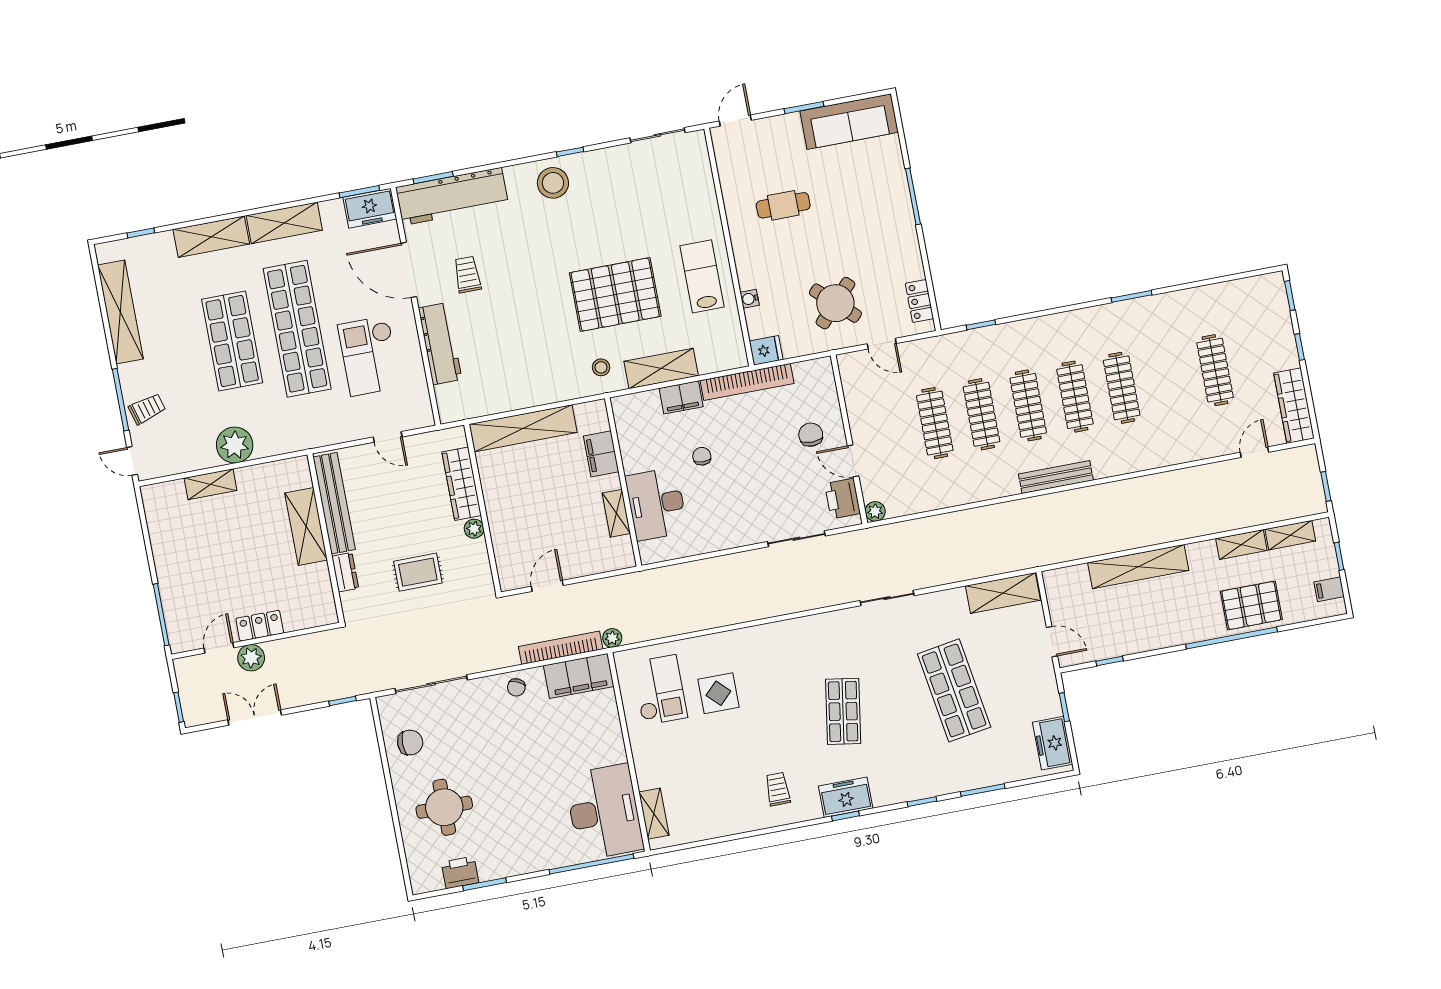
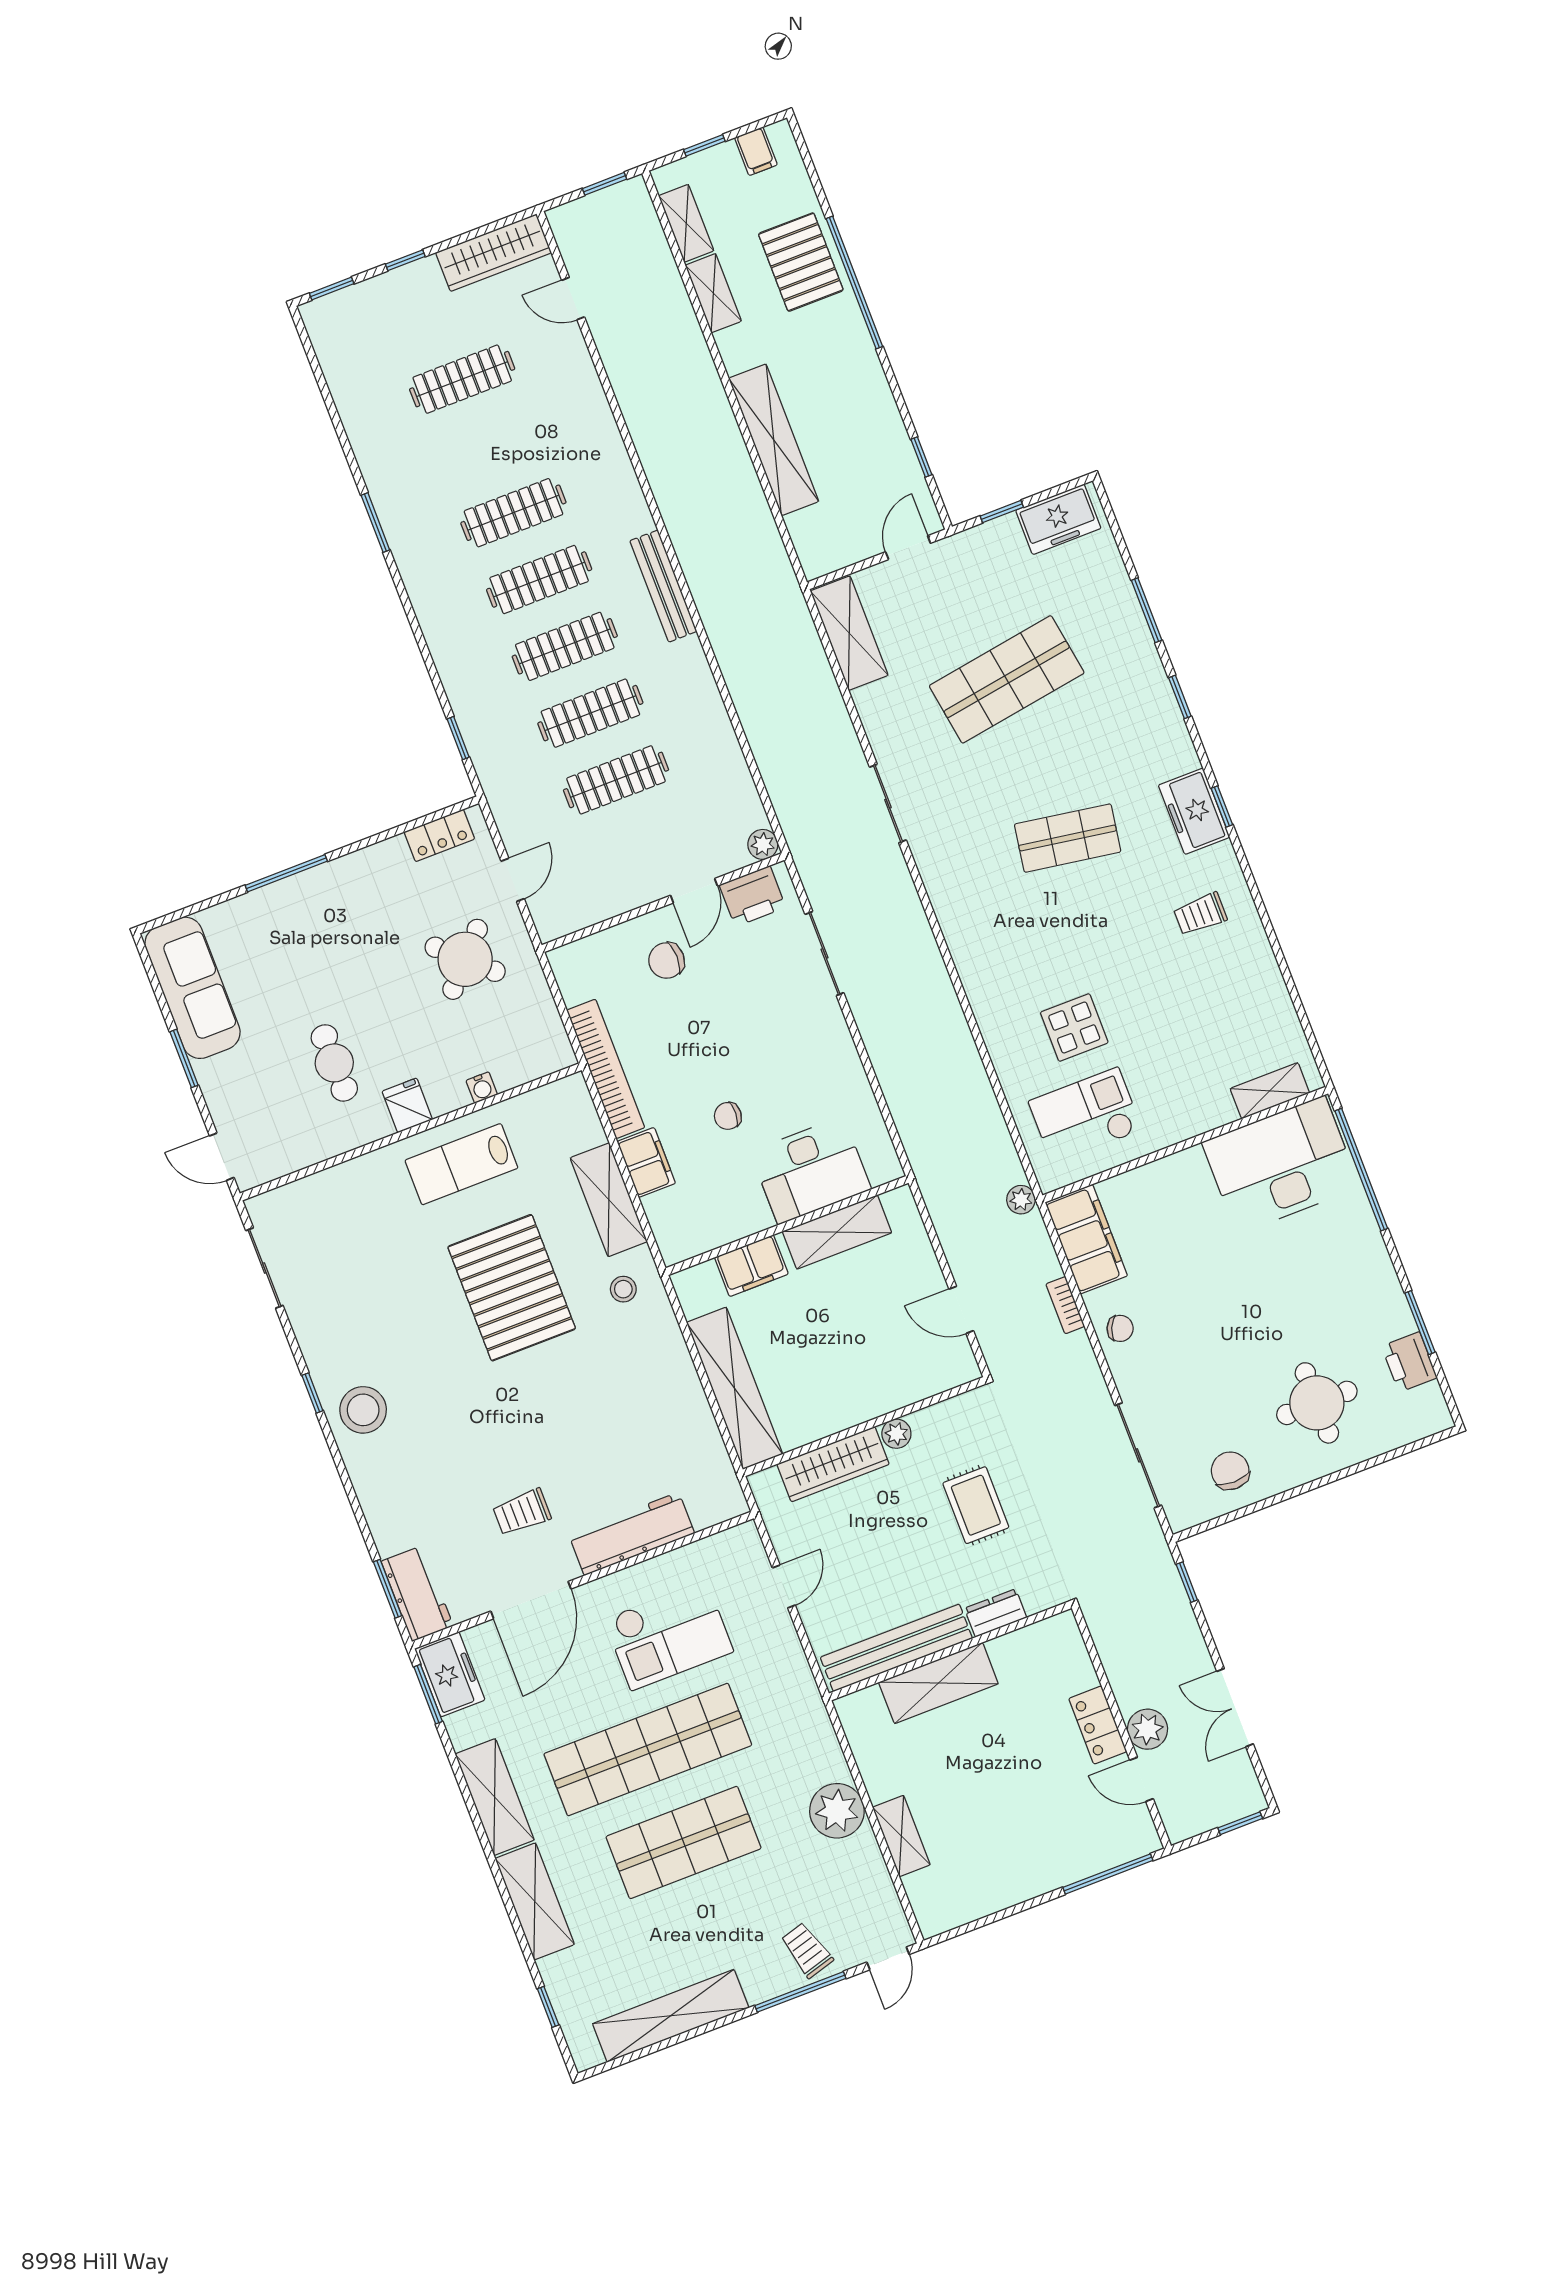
workbench: (452, 196) -> (417, 1594), width x0.53, depth x0.76
fridge: (766, 350) -> (407, 1105), moved
shelving: (616, 513) -> (837, 1232), width x1.50, depth x1.33
bookcase: (561, 648) -> (1065, 1305), width x0.43, depth x0.76

